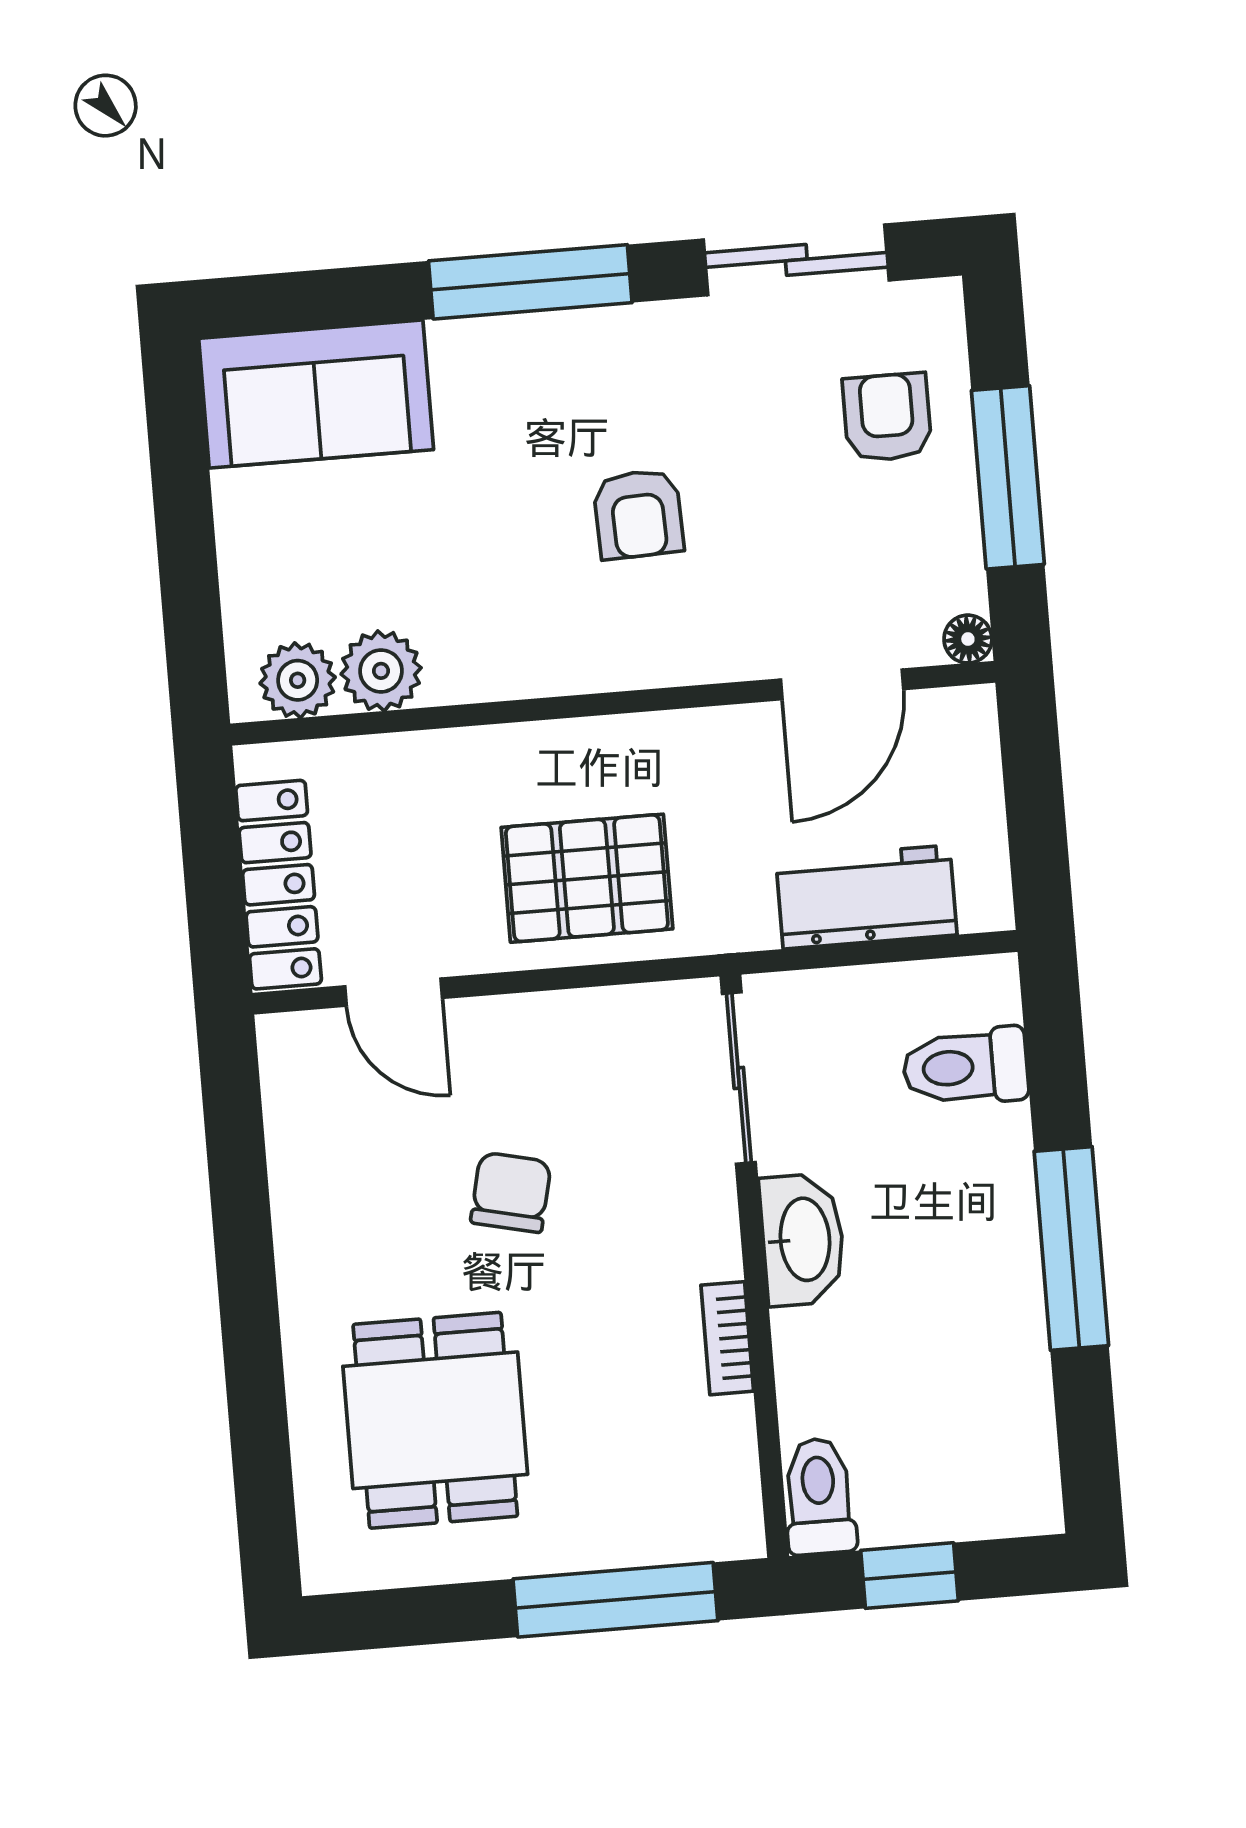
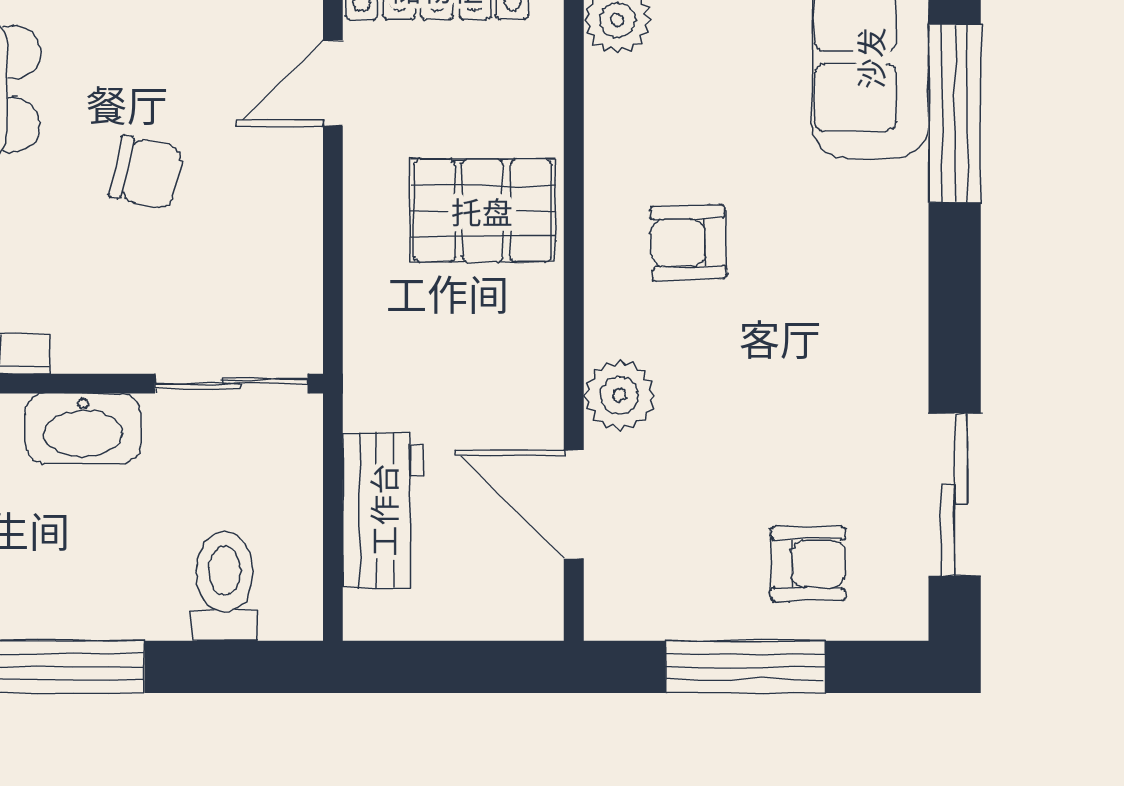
window: (530, 282) -> (955, 113), moved
armchair: (638, 514) -> (688, 243), moved
floor lamp: (968, 639) -> (605, 619), removed
plant: (381, 671) -> (619, 395), moved
pallet: (587, 878) -> (482, 211), moved, turned 90

